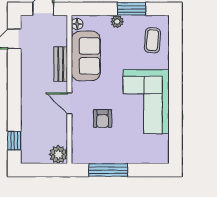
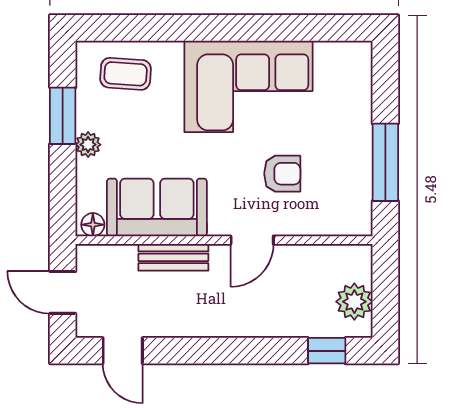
plant: (58, 155) -> (354, 302), moved

